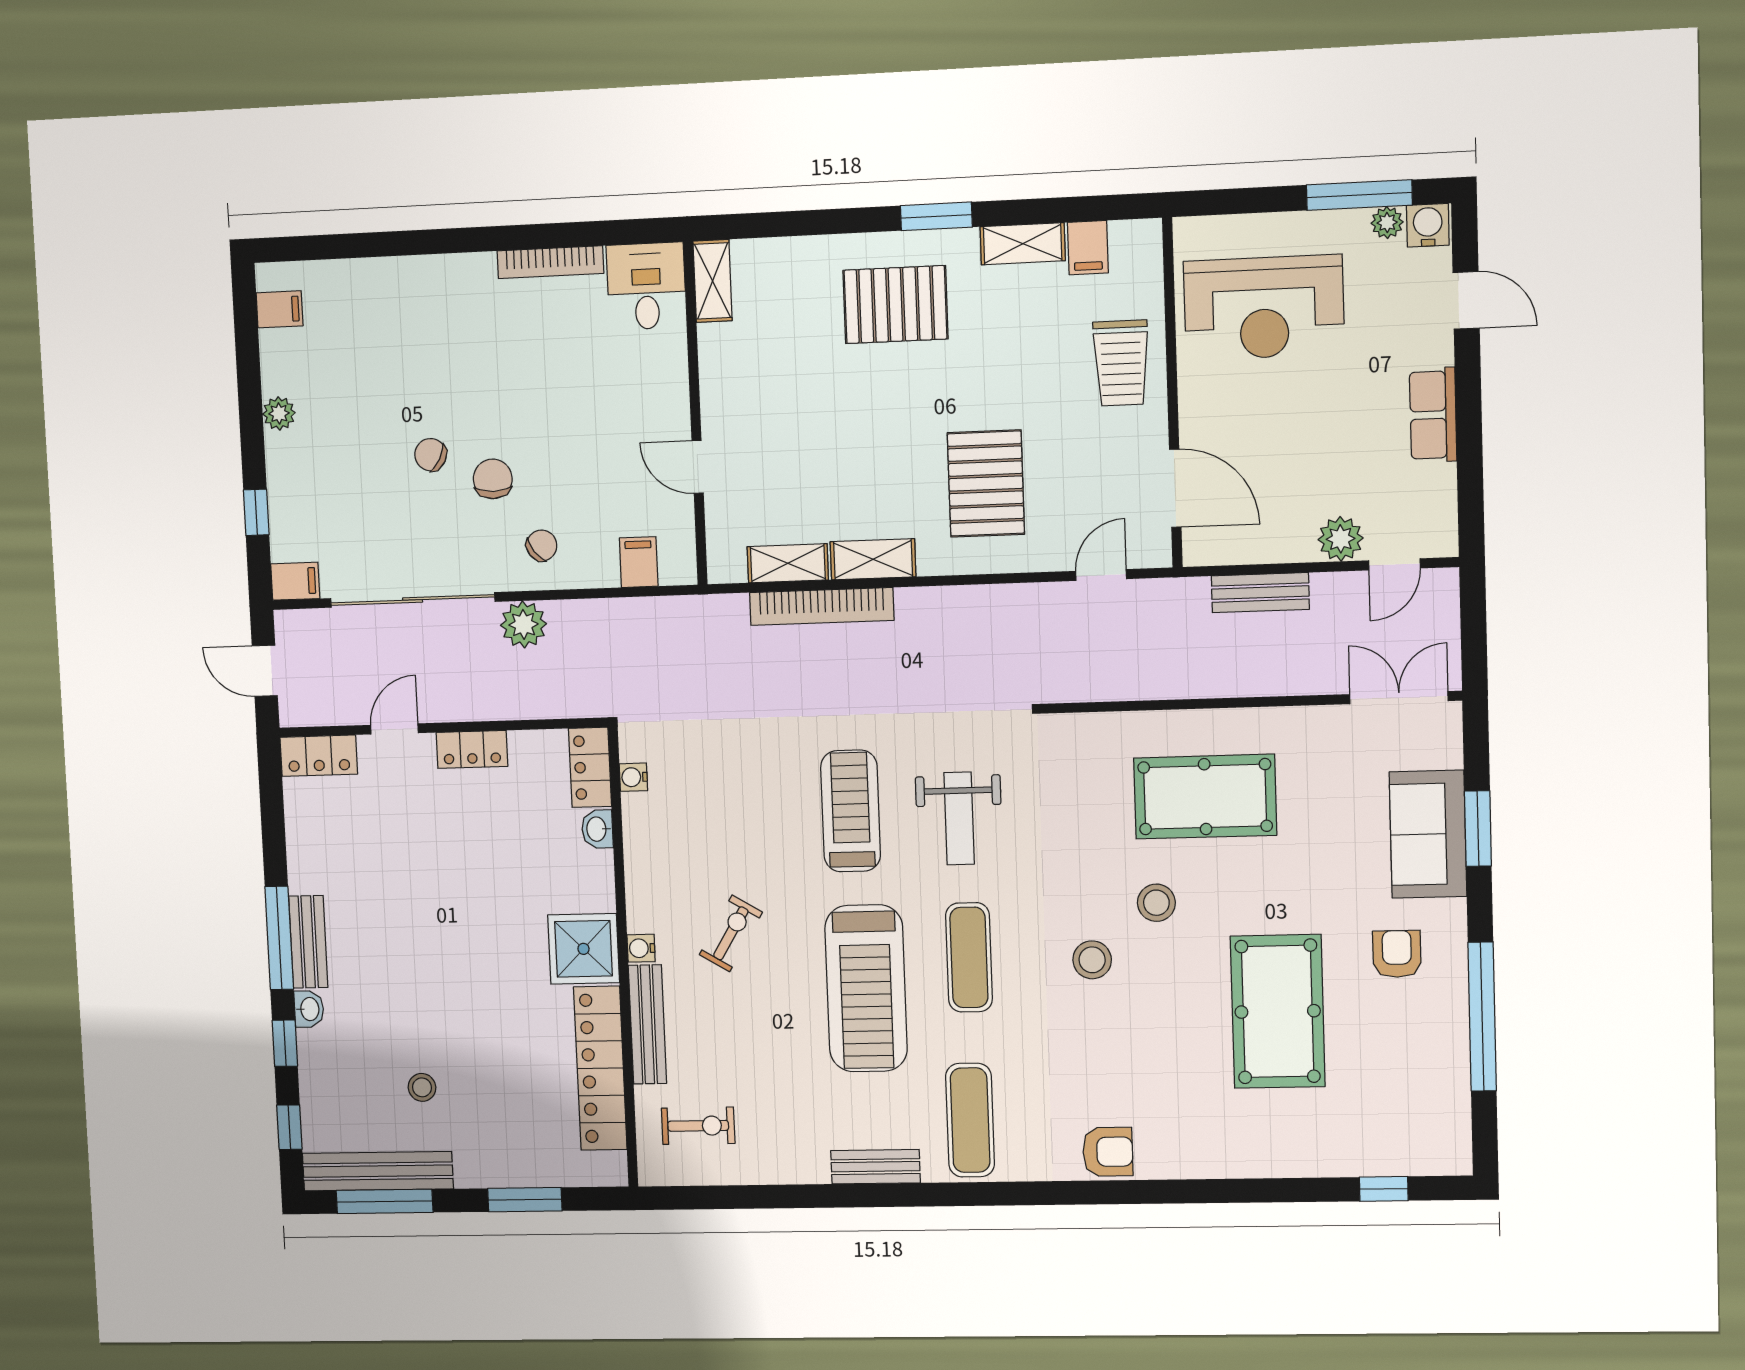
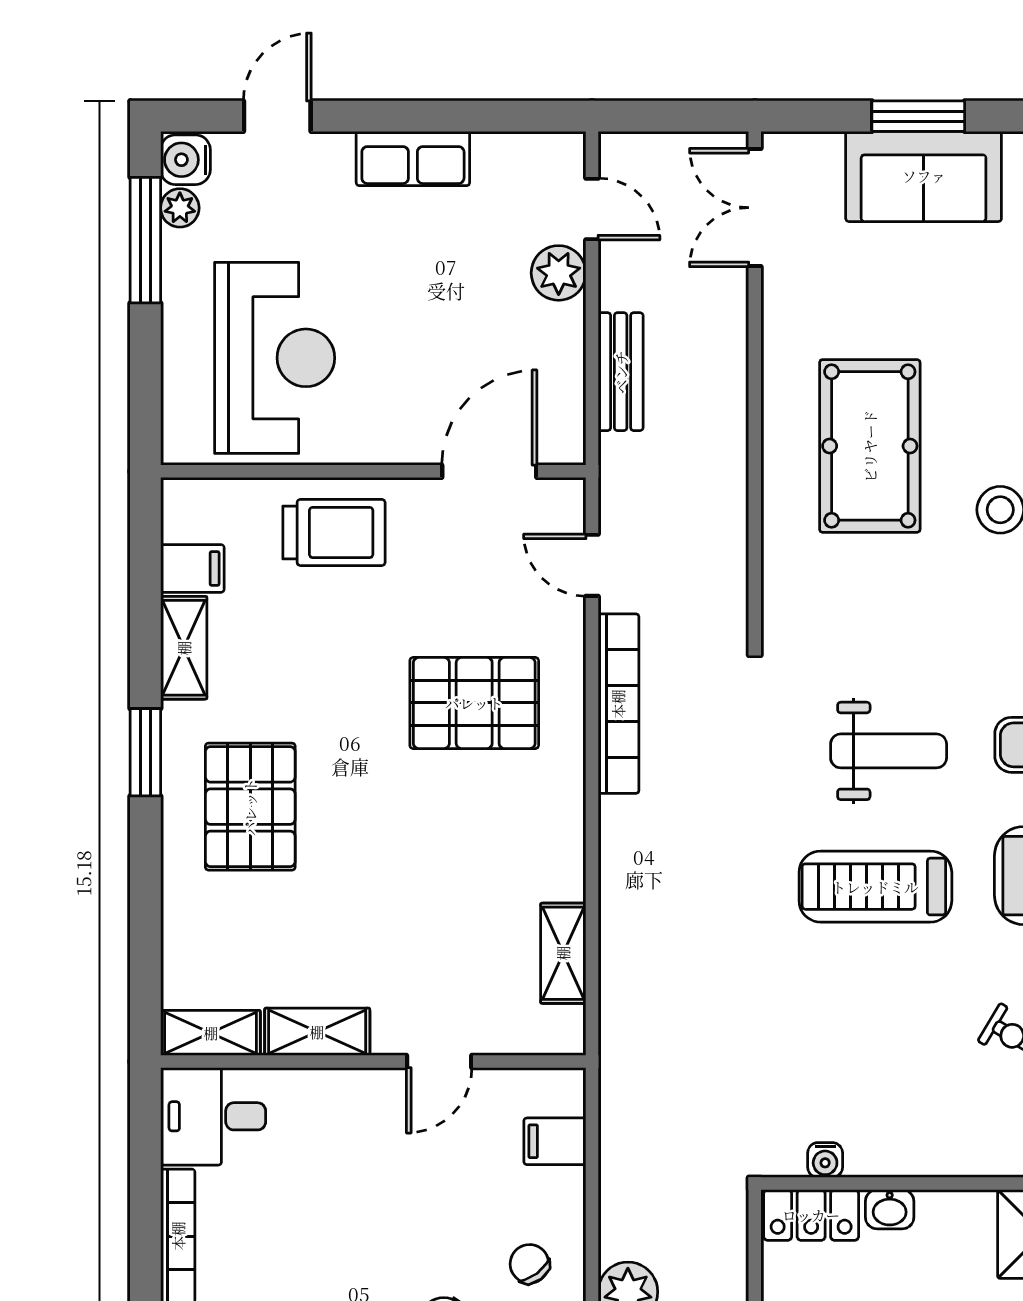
shelving: (873, 559) -> (317, 1032), moved, turned 90
bookcase: (822, 606) -> (618, 704), moved

